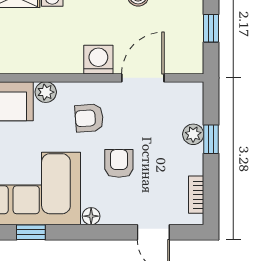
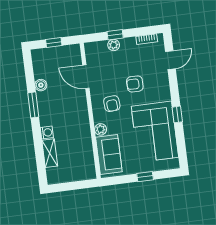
washing machine: (98, 60) -> (79, 103), removed
floor lamp: (91, 216) -> (166, 96), removed
window: (31, 232) -> (177, 114), moved

